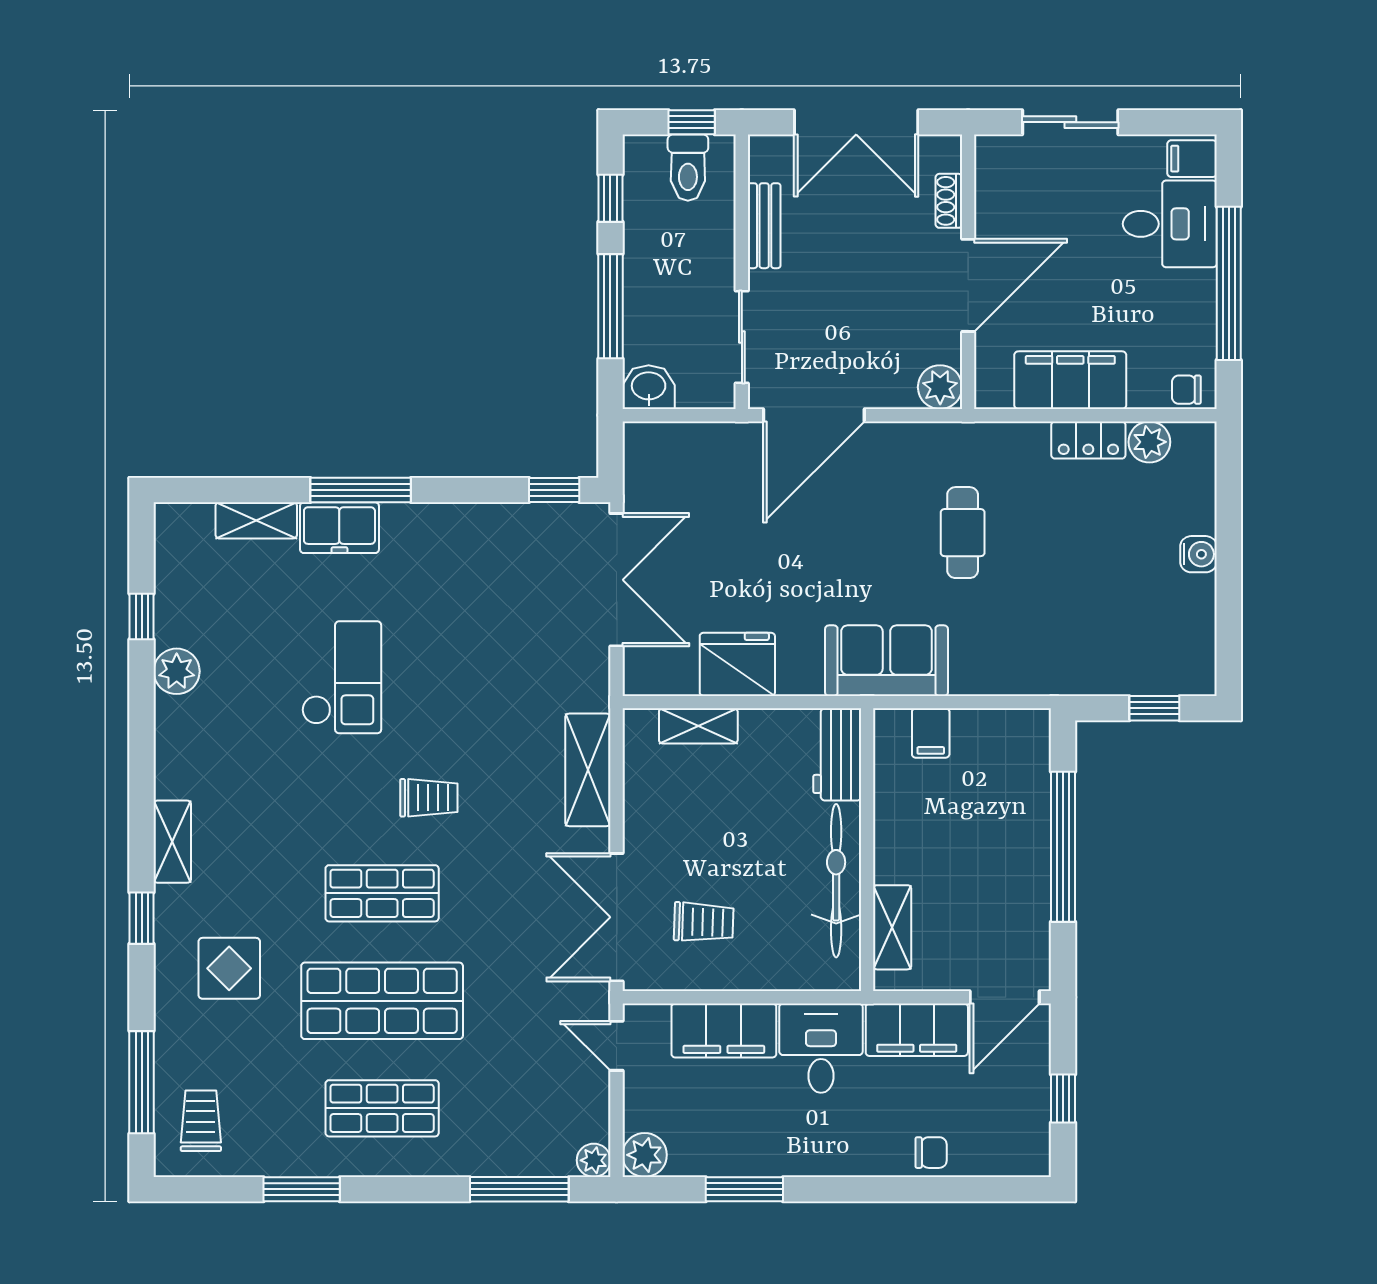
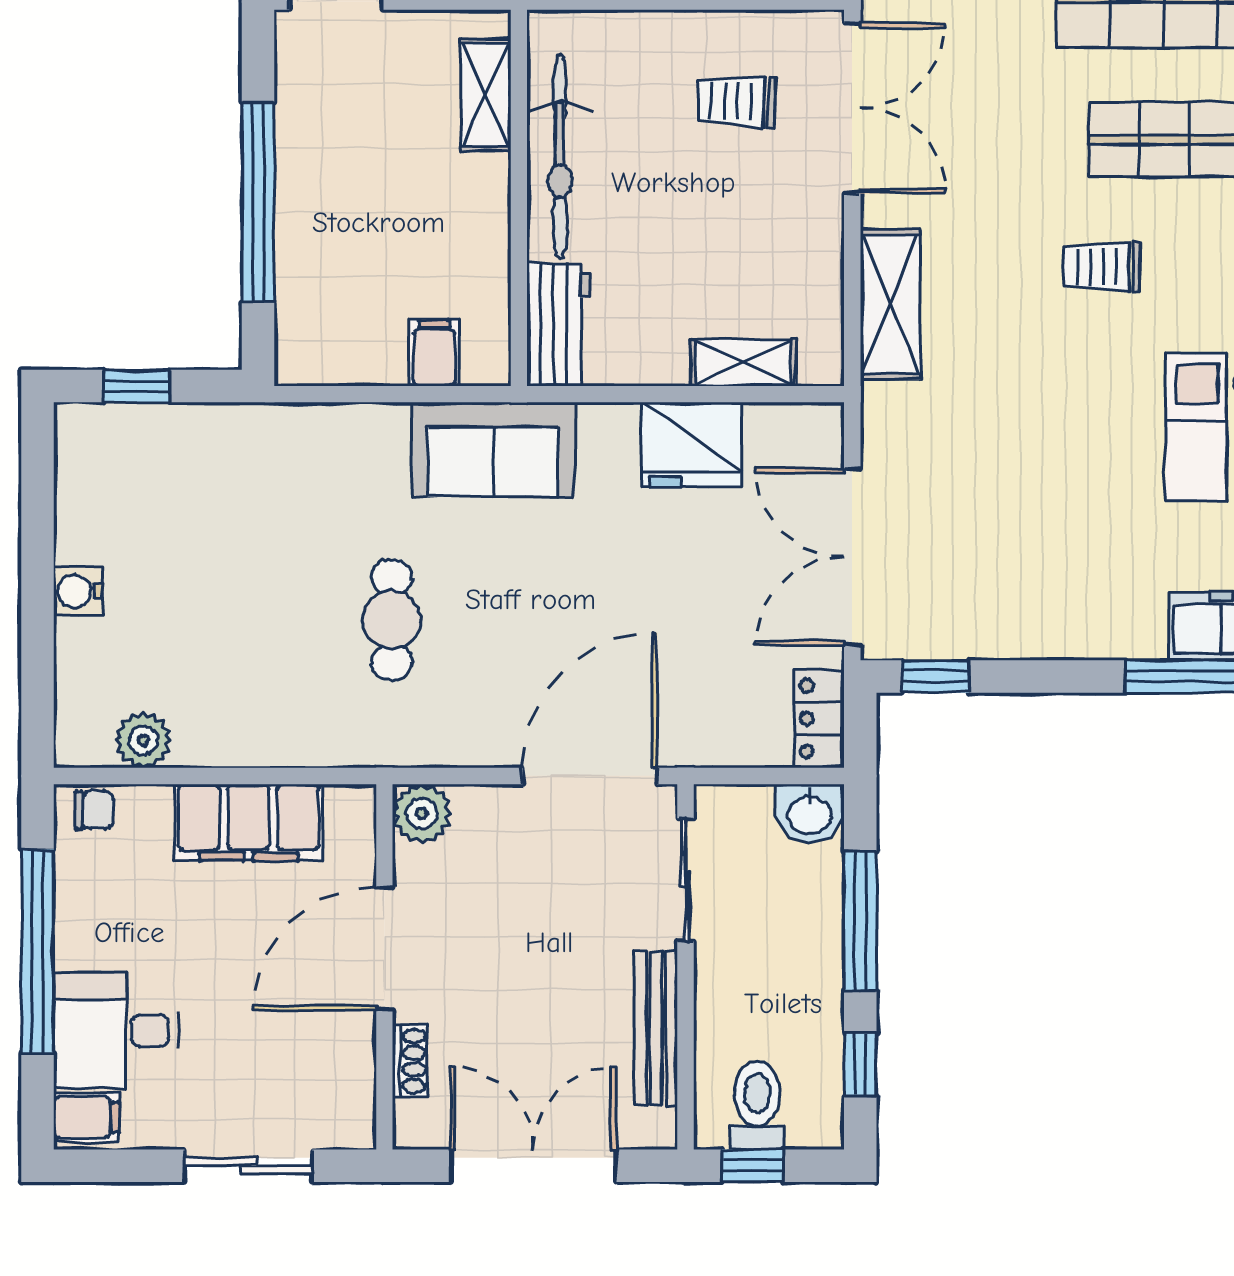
bench: (764, 226) -> (656, 1028), width x1.36
locker: (1088, 440) -> (819, 719), moved, turned -90

